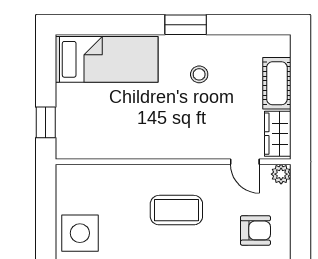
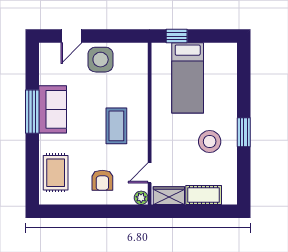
bed: (107, 59) -> (188, 78), moved
stool: (199, 74) -> (210, 141), width x1.89, depth x1.89

